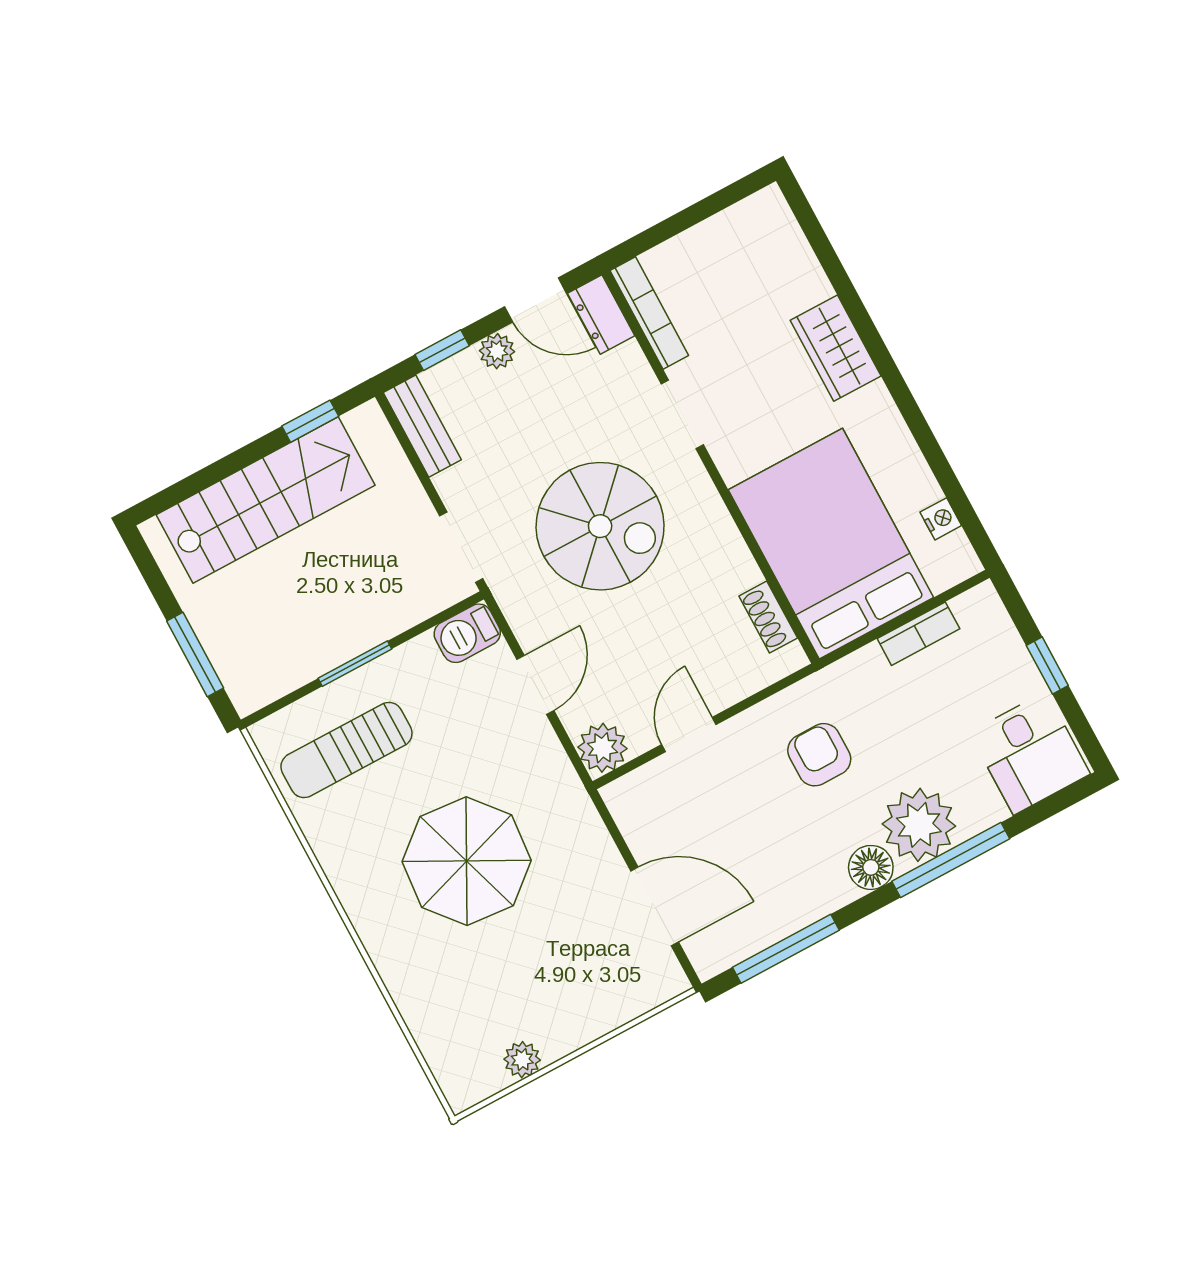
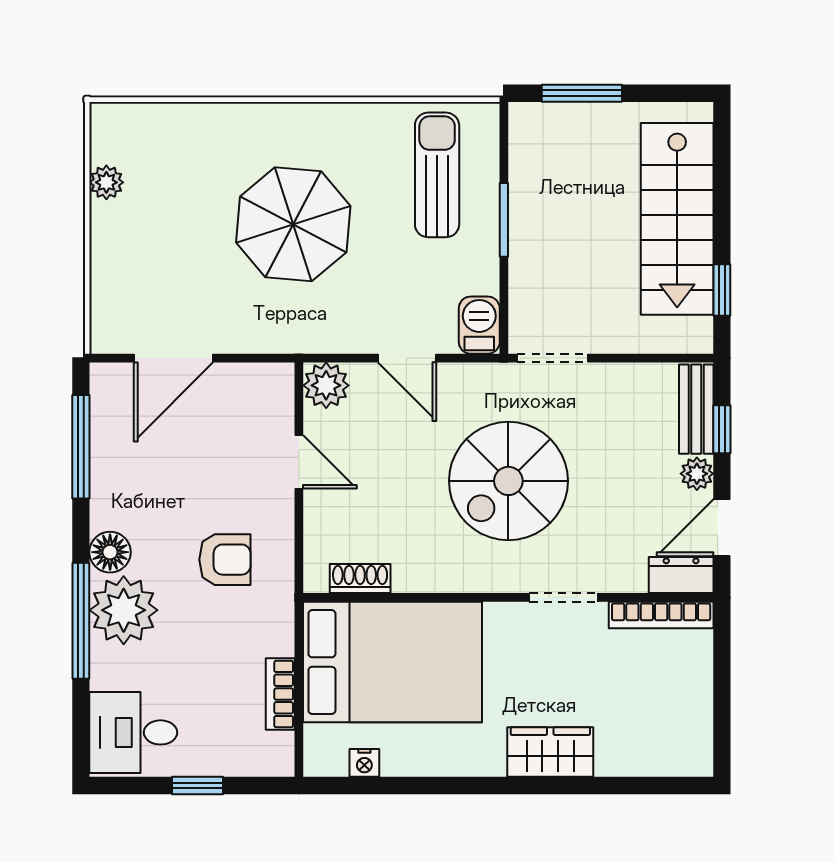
bench: (422, 426) -> (696, 409), moved, turned 90

